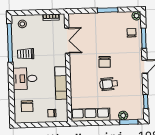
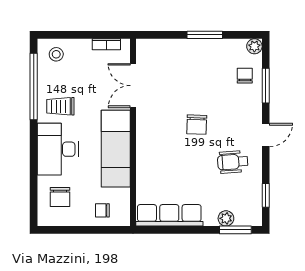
double door: (67, 41) -> (133, 86), swing flipped
desk: (25, 79) -> (58, 149), width x1.37
exam couch: (61, 83) -> (116, 149), width x1.36, depth x1.45
wheelchair: (109, 84) -> (233, 162), moved

